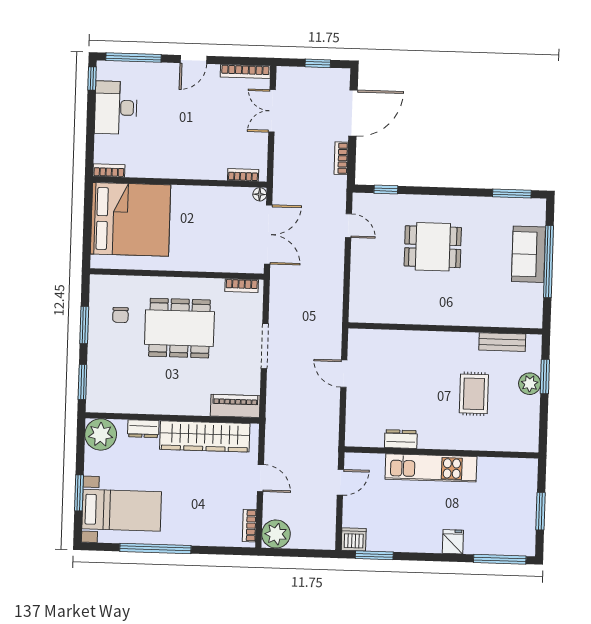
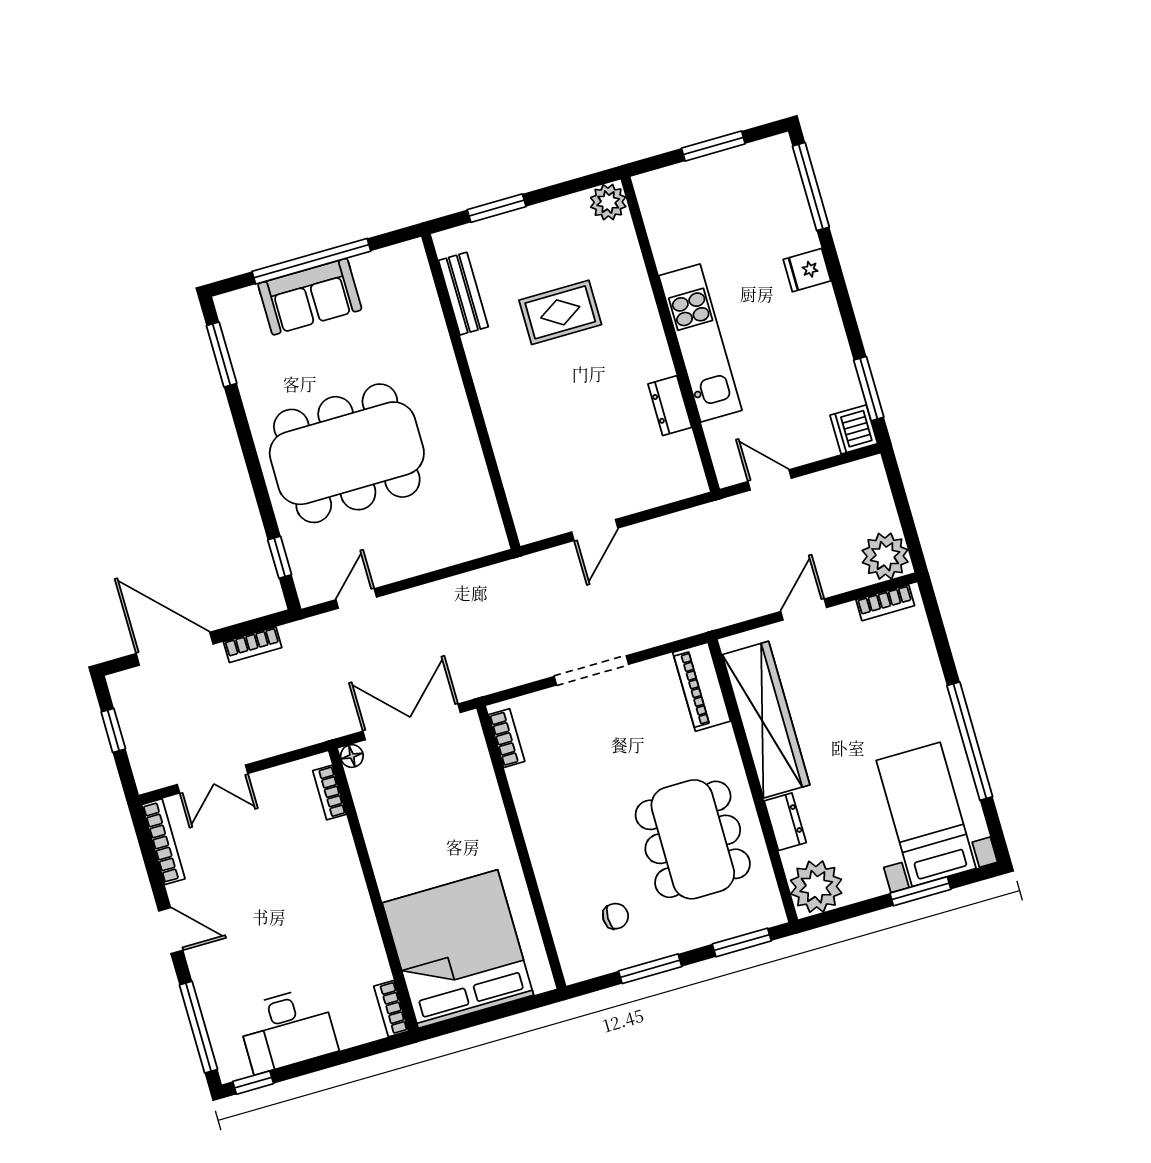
dining table: (433, 247) -> (347, 453), width x1.88, depth x1.24
dining table: (179, 328) -> (693, 839), moved
plant: (530, 384) -> (608, 202), moved

